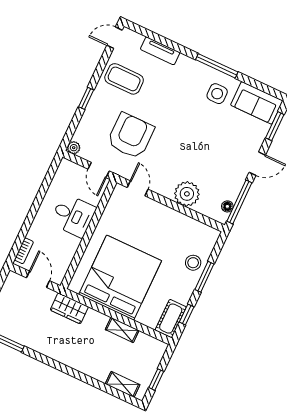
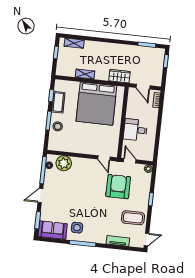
armchair: (131, 136) -> (118, 187), turned 180
plant: (187, 194) -> (64, 163), moved
cot: (171, 319) -> (58, 102), moved

